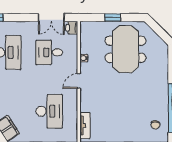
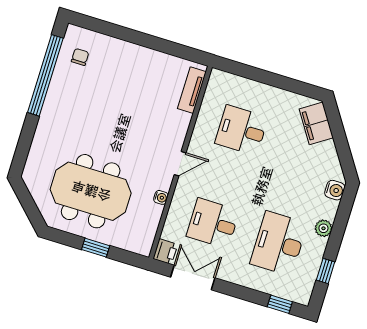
meeting table: (125, 49) -> (91, 191), turned 90
desk: (49, 52) -> (213, 223), turned 180
desk: (49, 111) -> (242, 130), width x0.73

